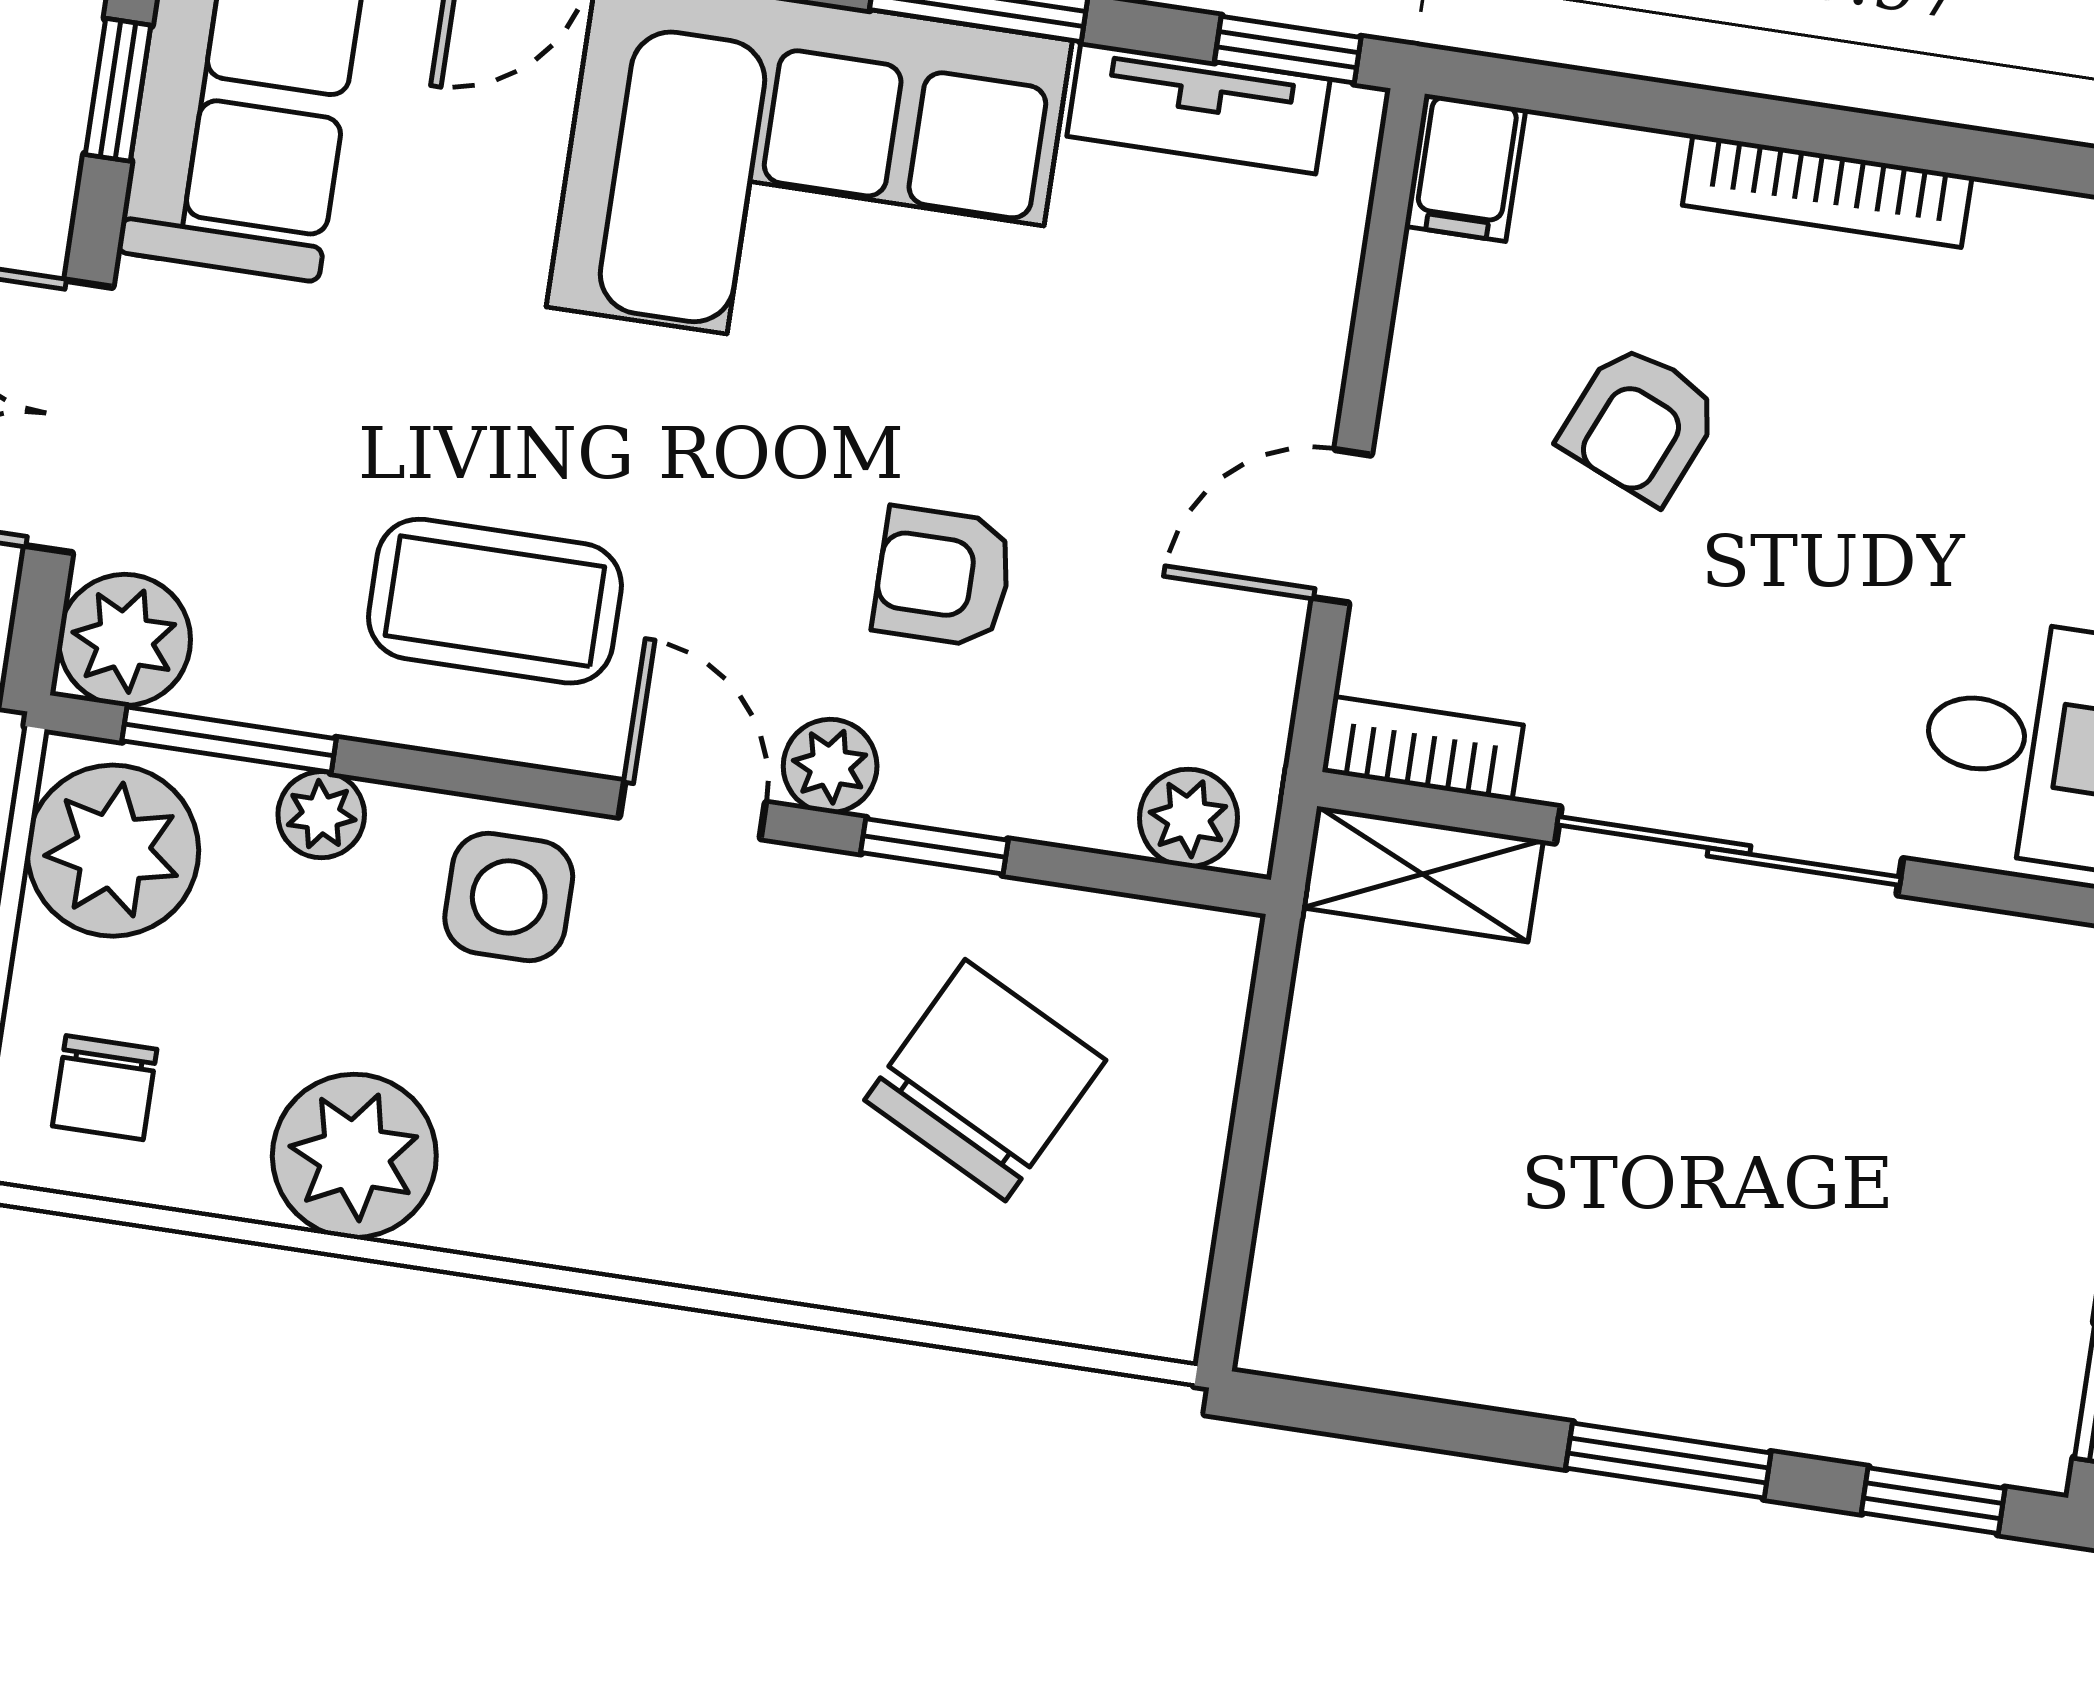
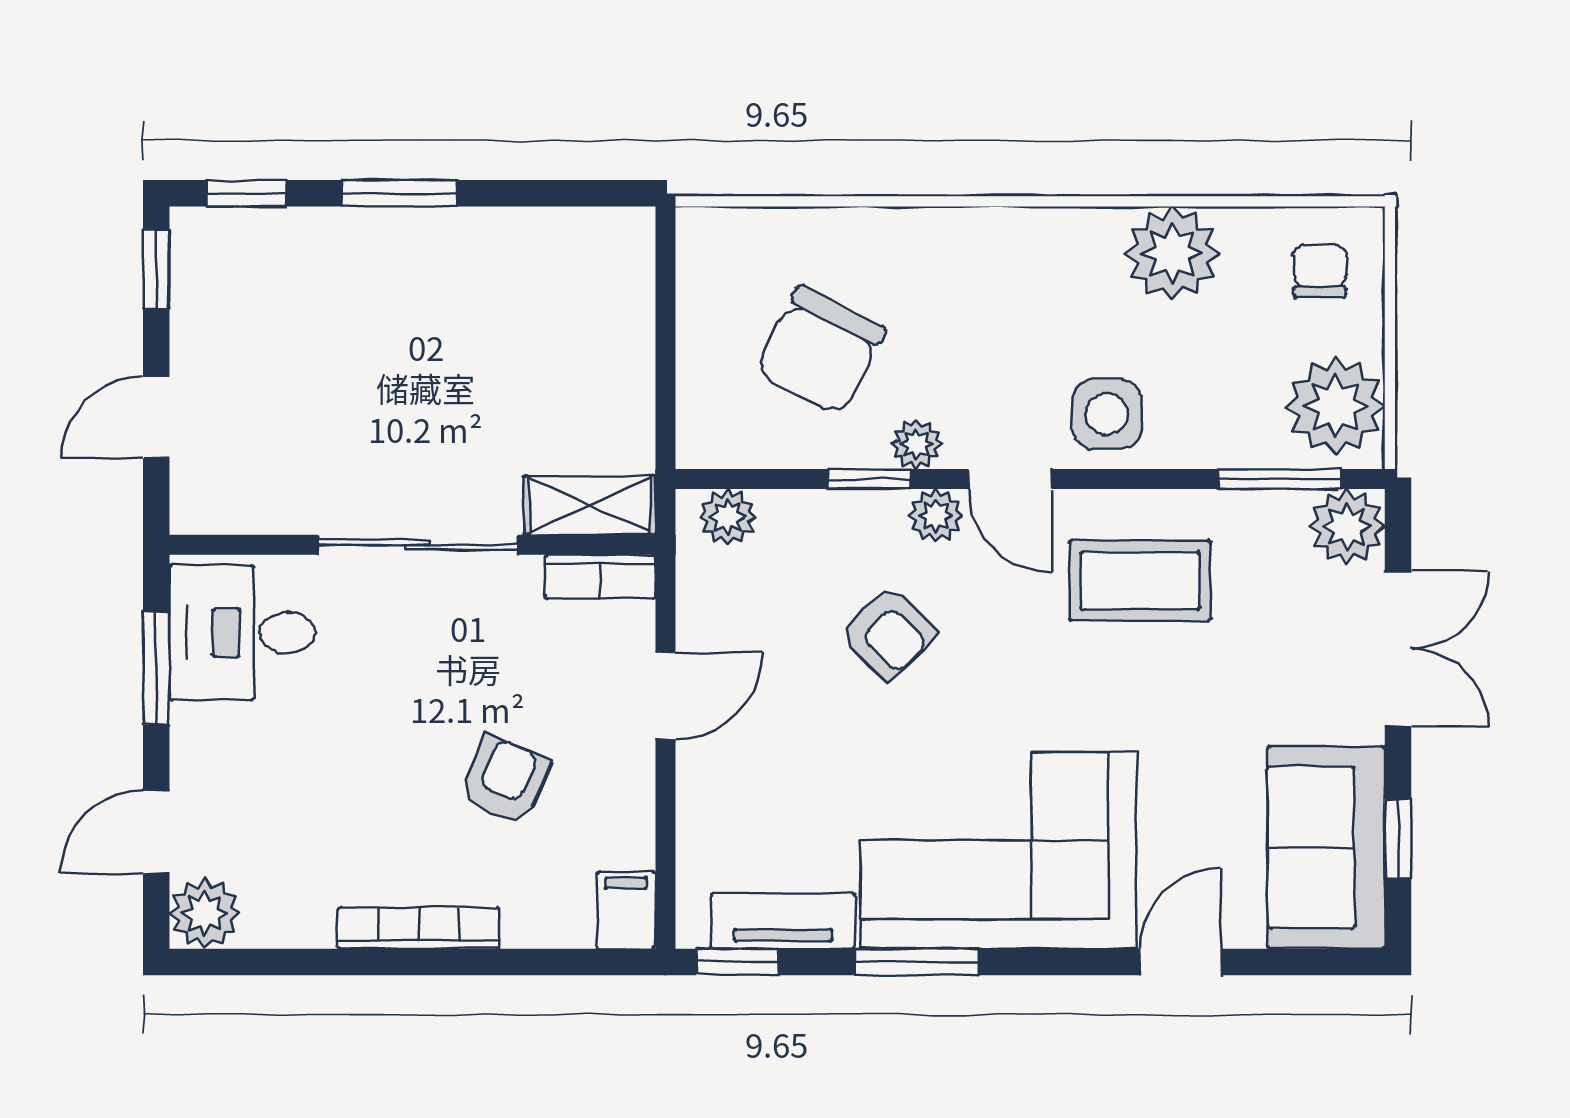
armchair: (943, 577) -> (888, 633), turned 45
plant: (321, 815) -> (916, 444), moved

